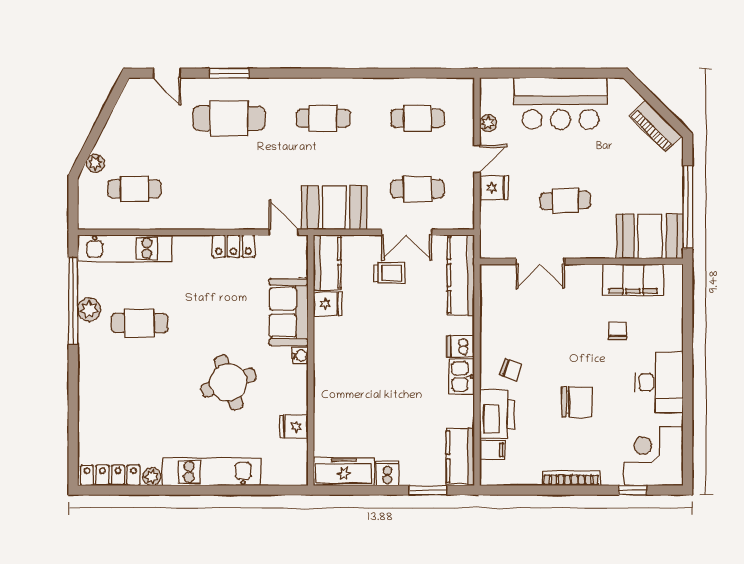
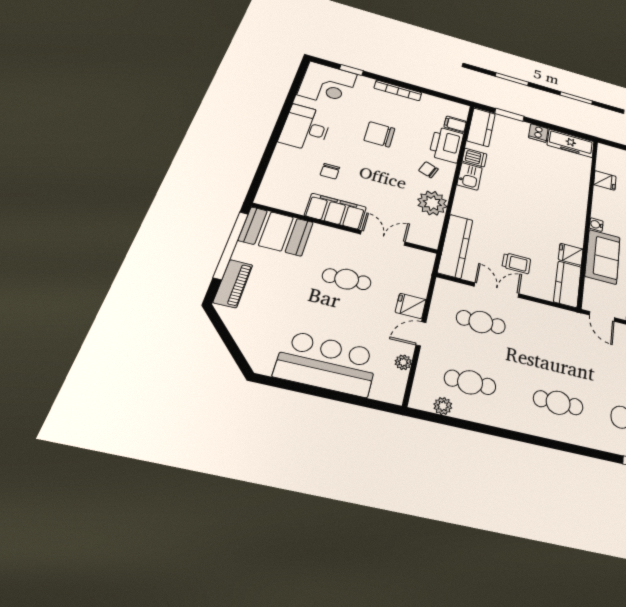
plant: (440, 87) -> (443, 406), added
piano: (656, 126) -> (233, 284), moved, turned 45
booth: (334, 208) -> (557, 325), removed
trolley: (389, 273) -> (516, 263), turned 180
filing cabinet: (633, 280) -> (336, 211), moved
plant: (497, 324) -> (432, 203), added
dishwasher: (460, 346) -> (475, 158), moved

